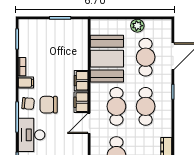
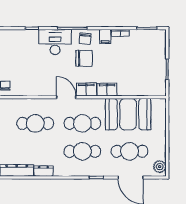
plant: (137, 26) -> (160, 167), moved
chair: (49, 105) -> (84, 58), turned 90

